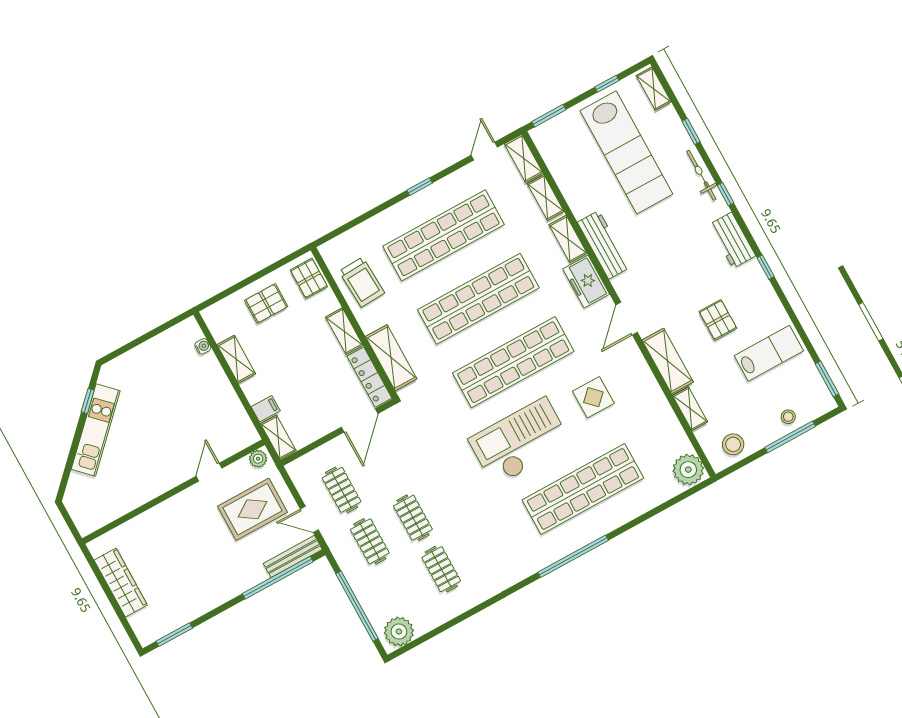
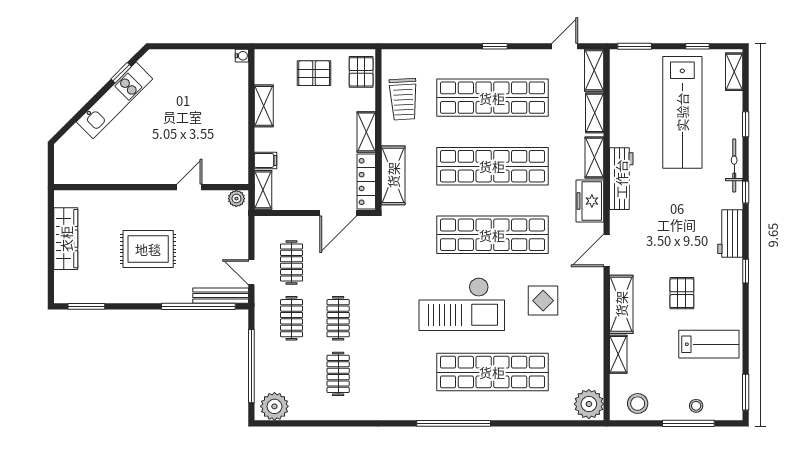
water cooler: (203, 346) -> (242, 56), moved
checkout: (520, 442) -> (462, 304), turned 180
rug: (253, 509) -> (148, 249), moved

